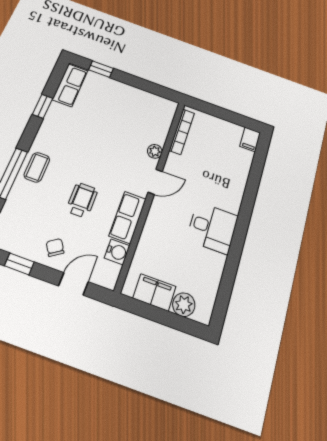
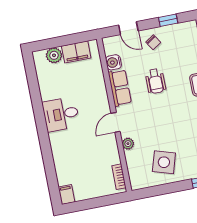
side table: (128, 110) -> (164, 162), added
bookcase: (182, 132) -> (119, 177), width x0.64
door: (73, 284) -> (128, 28), hinge flipped

